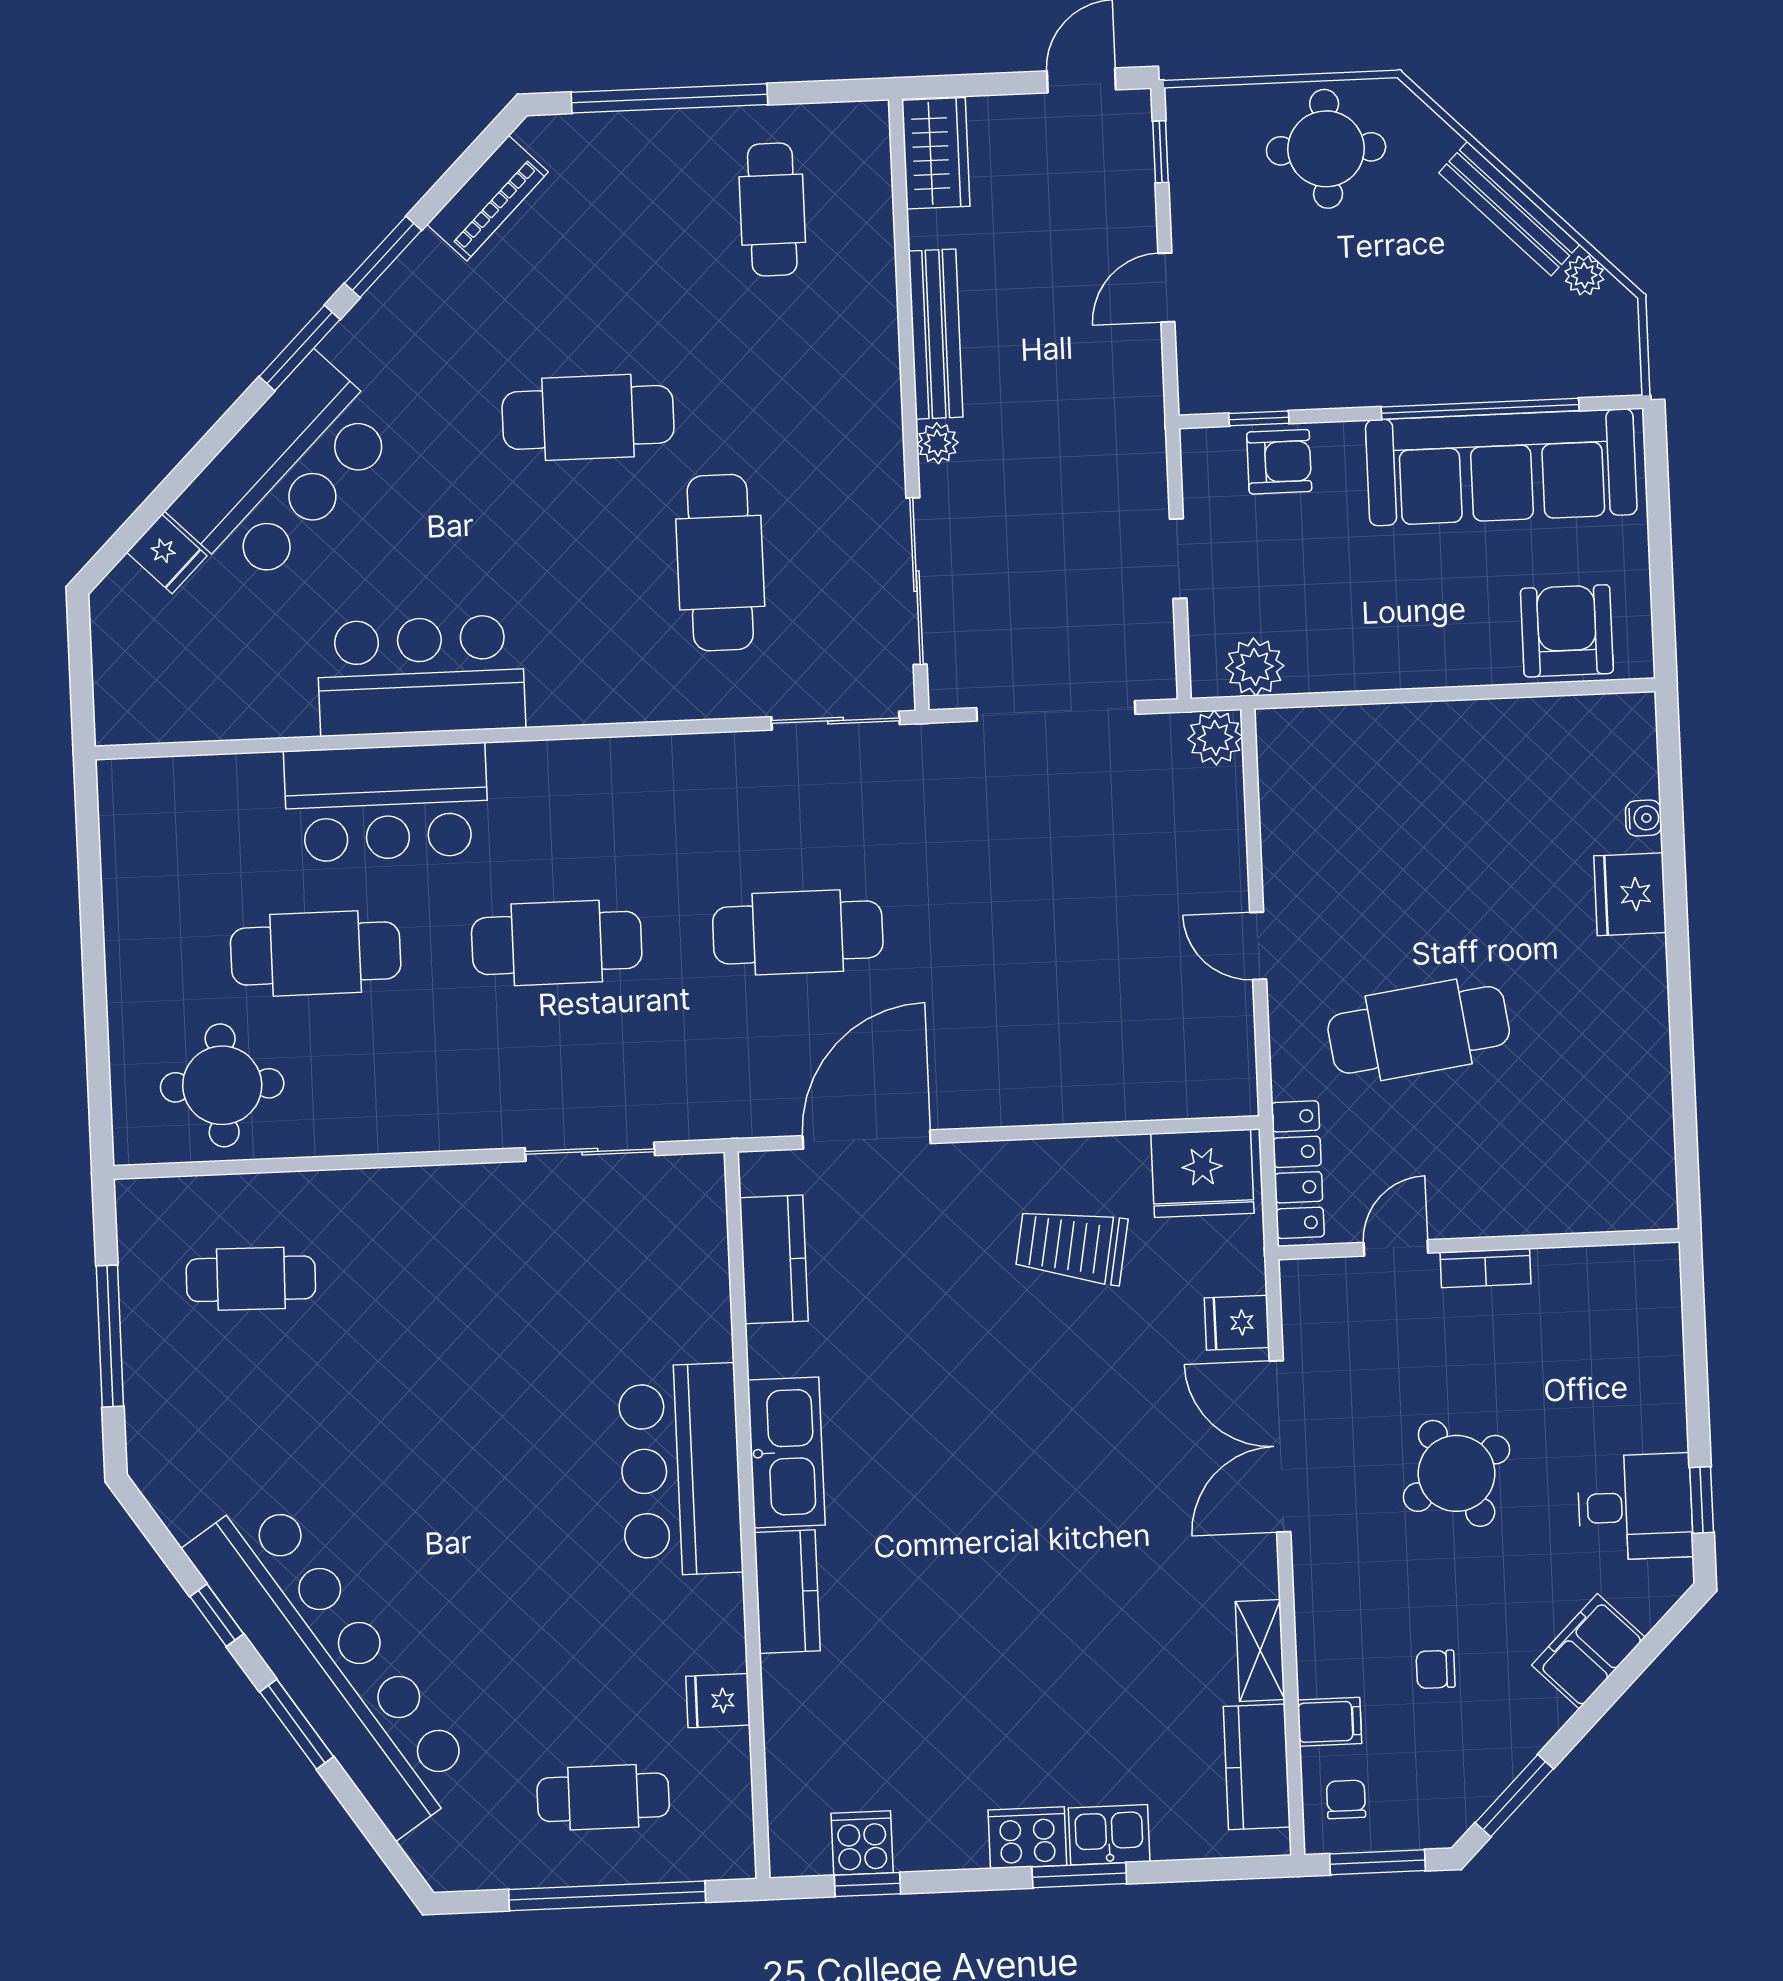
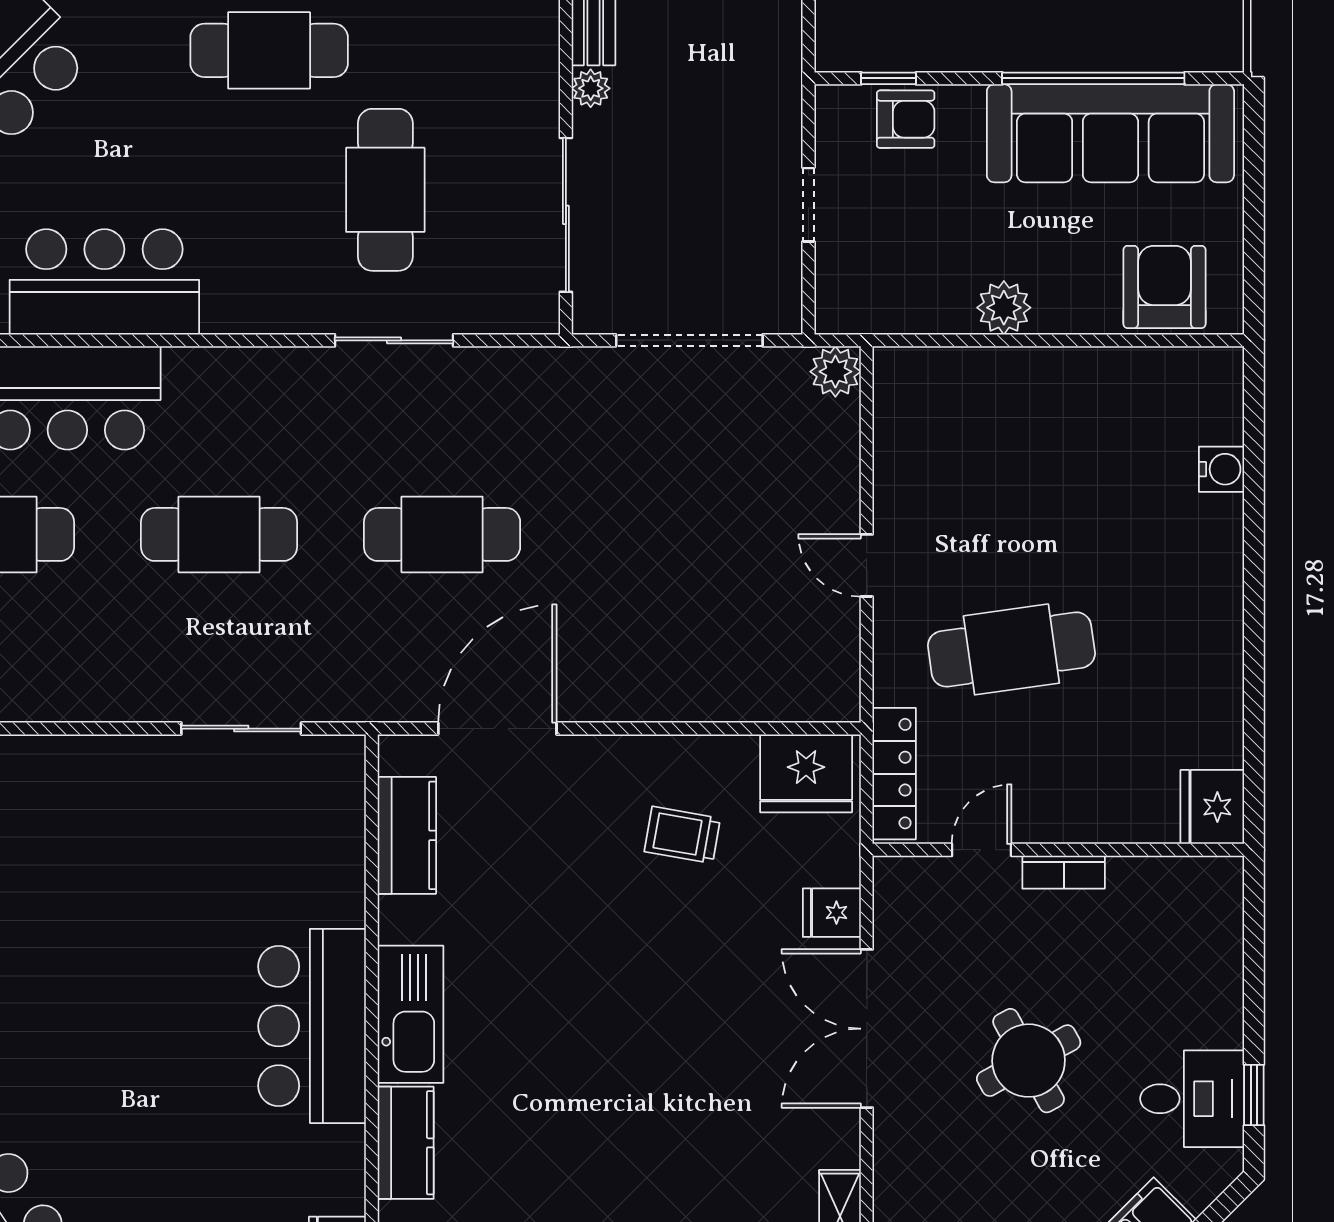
plant: (1255, 667) -> (1004, 308), moved
sliding door: (836, 721) -> (394, 340), moved
water cooler: (1644, 818) -> (1221, 469), width x1.38, depth x1.38
fridge: (1630, 894) -> (1212, 807), moved
trolley: (1072, 1246) -> (682, 835), width x0.73, depth x0.72

